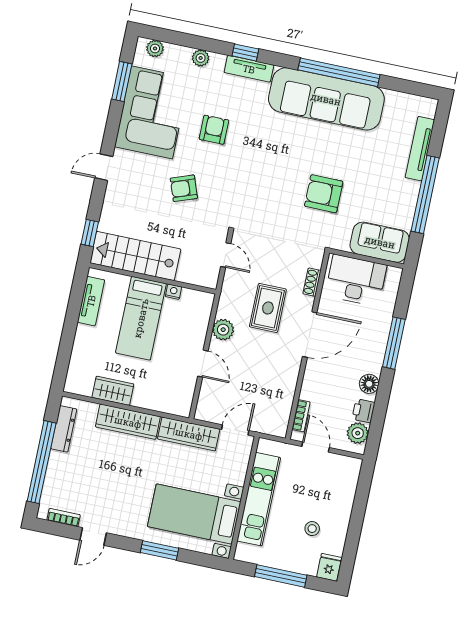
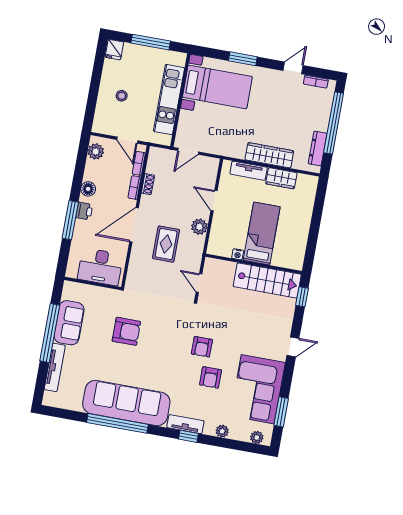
armchair: (184, 188) -> (202, 347), moved, turned 110
sofa: (380, 242) -> (69, 323), moved, turned -90
shoe rack: (312, 282) -> (148, 184), moved
tv unit: (91, 301) -> (249, 171), moved, turned -90
bookcase: (308, 384) -> (134, 187), added
printer: (363, 411) -> (84, 211), moved
wardrobe: (189, 434) -> (223, 147), removed
stool: (312, 529) -> (122, 96), moved

